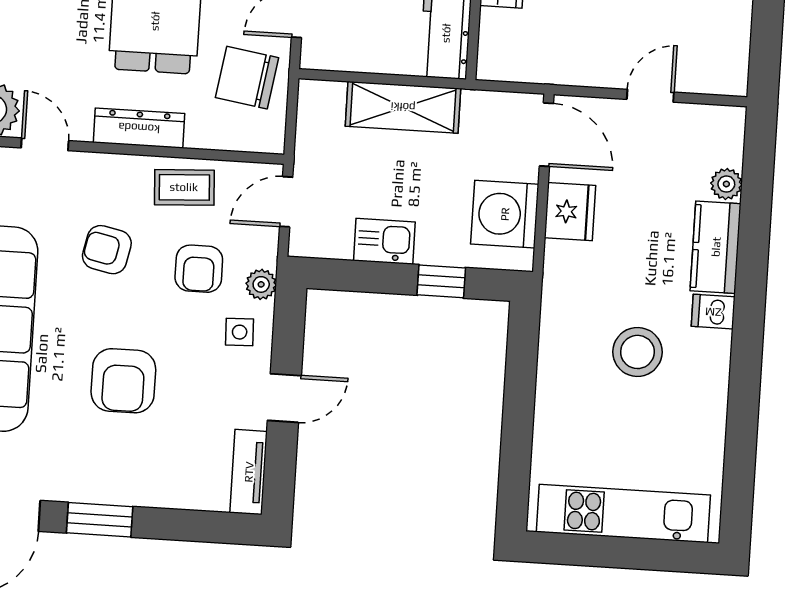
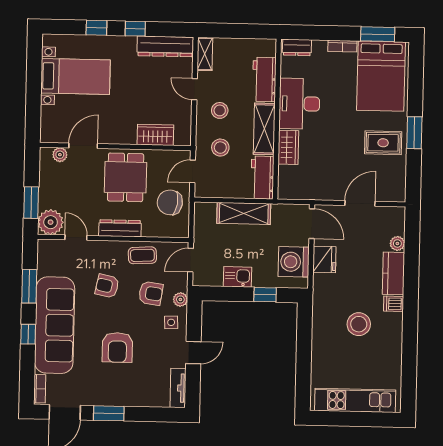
door: (650, 96) -> (360, 203), width x1.38
armchair: (199, 269) -> (151, 293), turned -82

